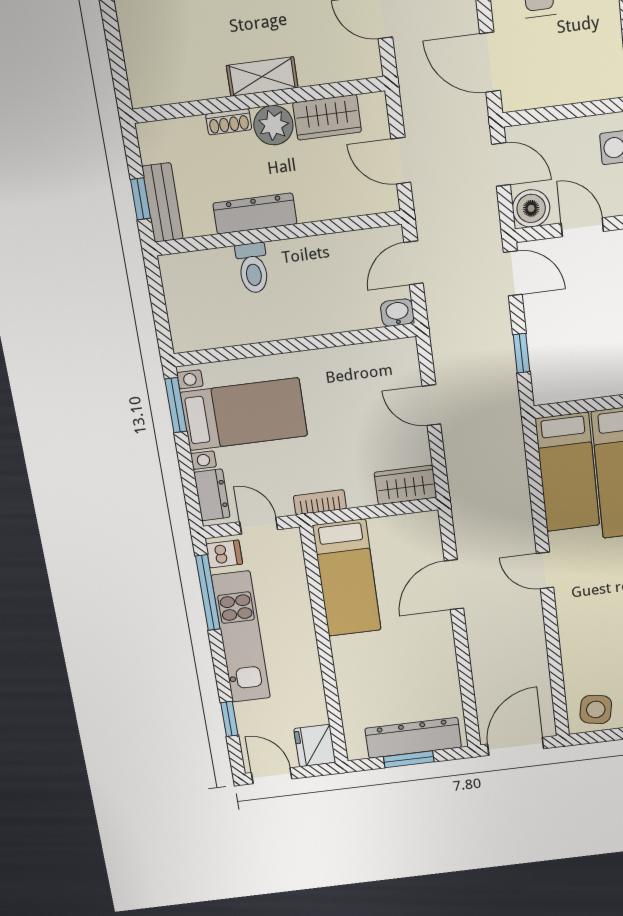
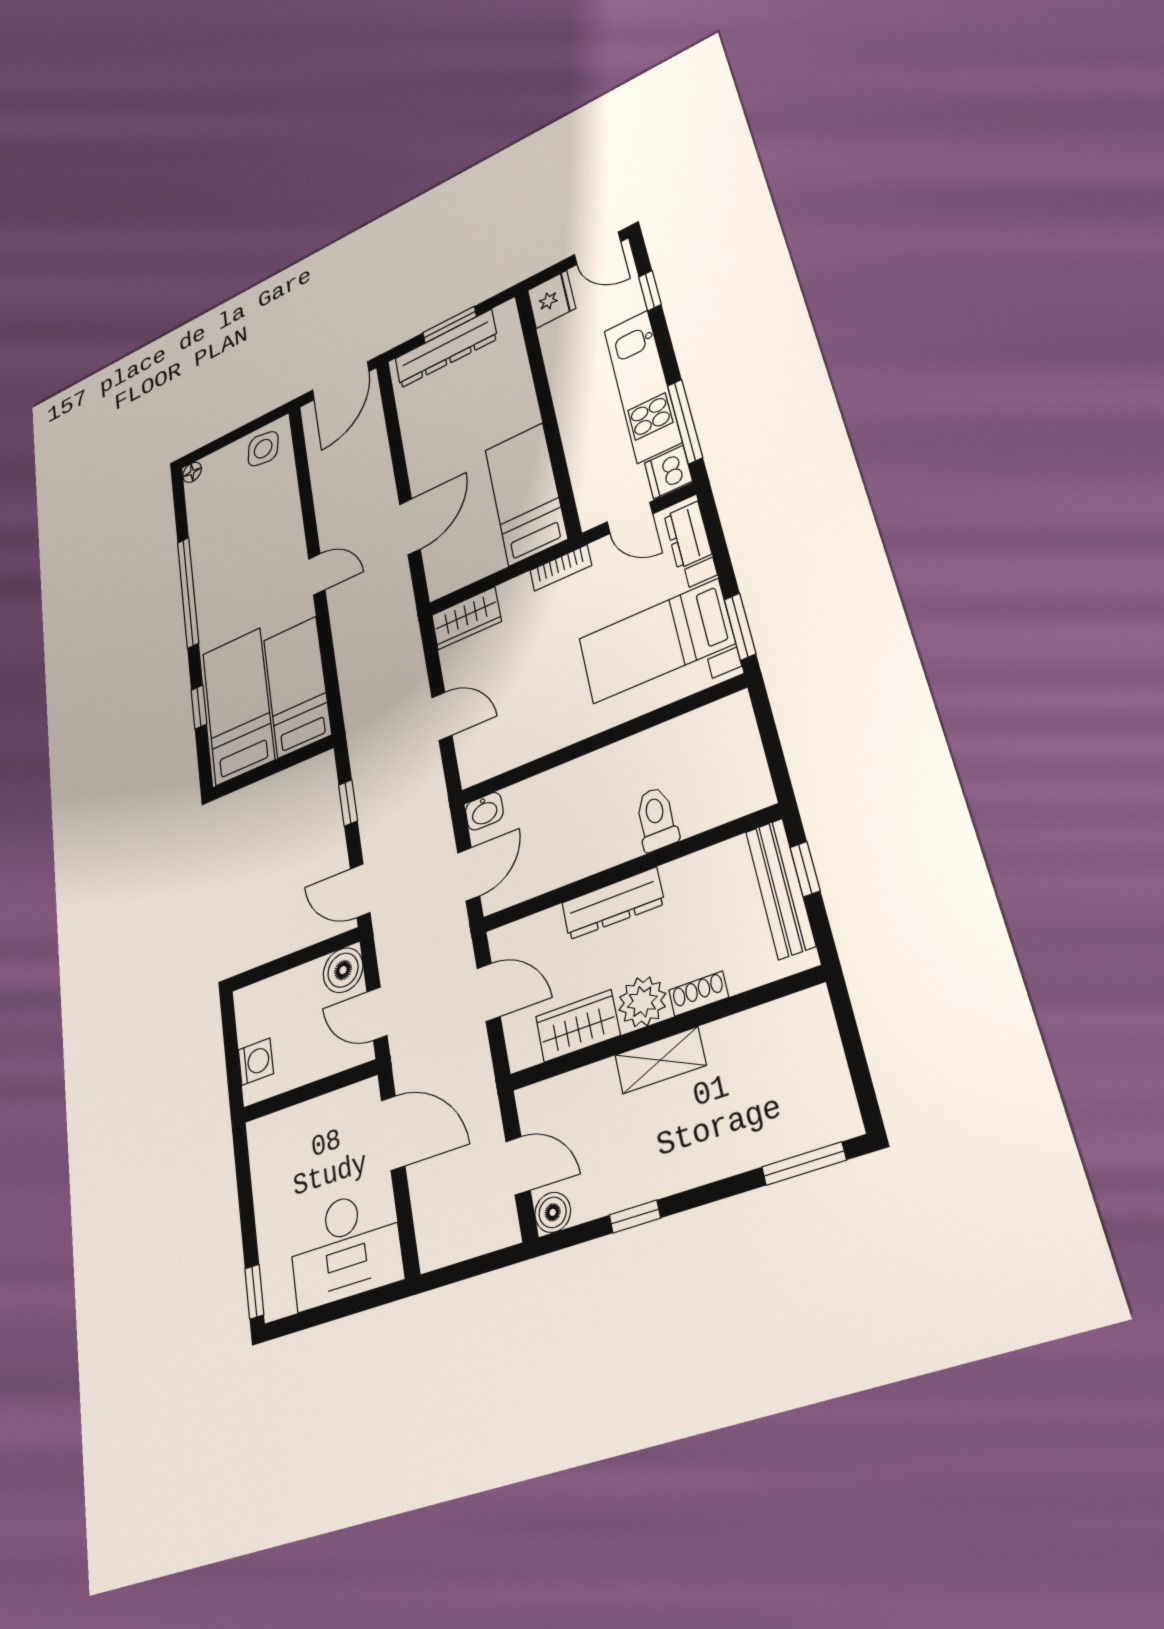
bench: (163, 203) -> (780, 888), width x1.36
dresser: (255, 214) -> (613, 903), moved
door: (582, 227) -> (289, 962), removed
dishwasher: (224, 554) -> (668, 472), width x1.38

